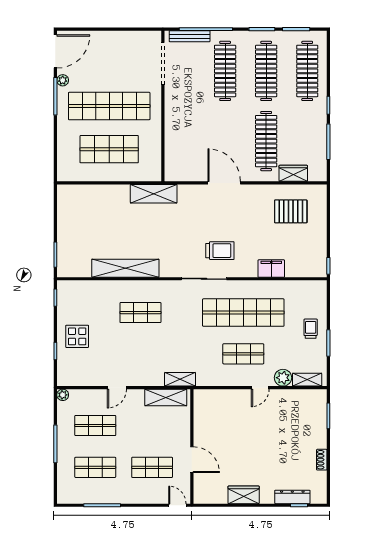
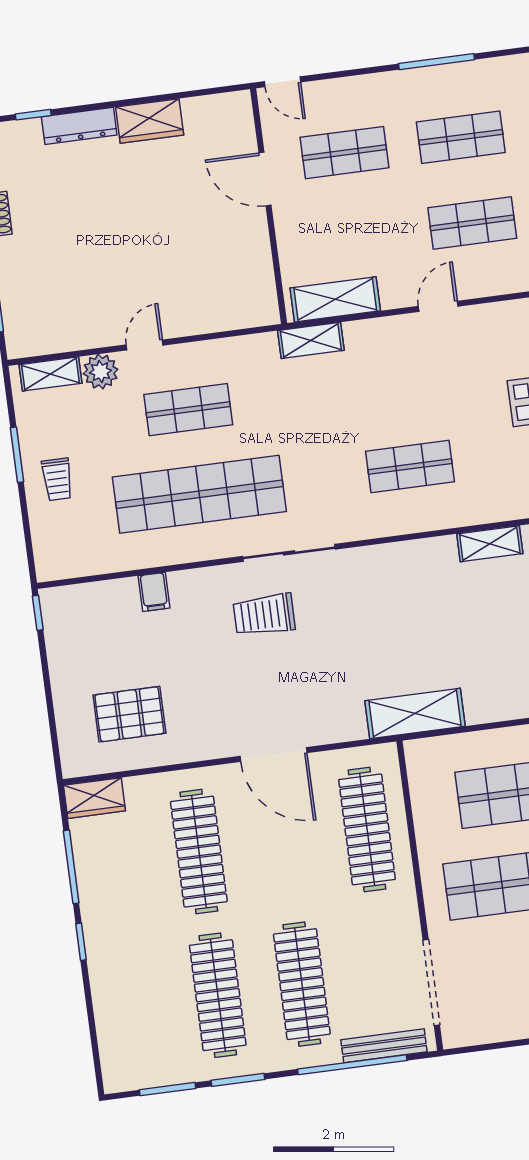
clothes rail: (307, 71) -> (367, 829), moved
wardrobe: (293, 173) -> (94, 798), moved
shelving: (125, 268) -> (490, 544), width x0.45, depth x0.75
filing cabinet: (271, 269) -> (154, 592), width x0.50
dresser: (292, 497) -> (79, 126), moved

